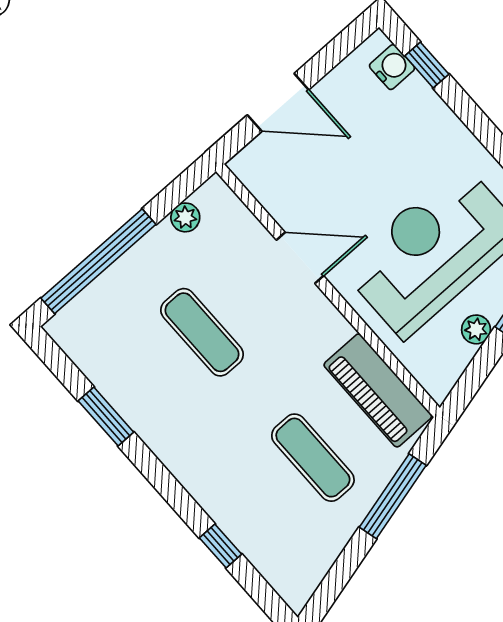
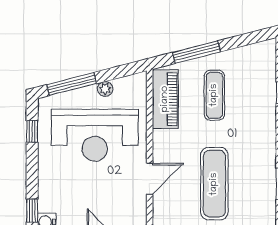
door: (300, 258) -> (150, 179), swing flipped
exercise mat: (202, 332) -> (214, 184), width x1.36, depth x1.45

